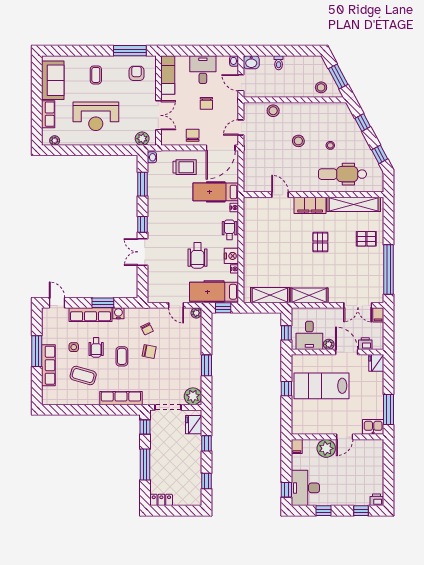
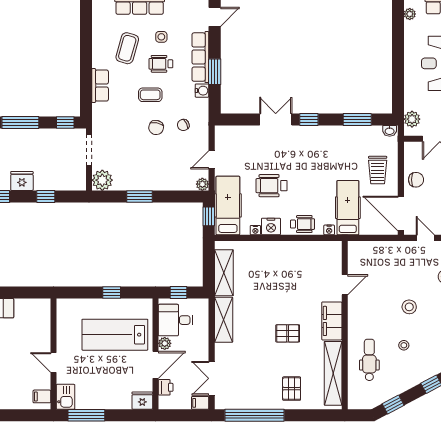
dental chair: (342, 174) -> (369, 360), width x0.73, depth x0.72
lab bench: (321, 386) -> (115, 335), turned -90
row of seats: (121, 398) -> (100, 86), width x0.68
fridge: (194, 425) -> (22, 181), moved
filing cabinet: (297, 447) -> (42, 396), moved
plant: (326, 448) -> (40, 340), removed

